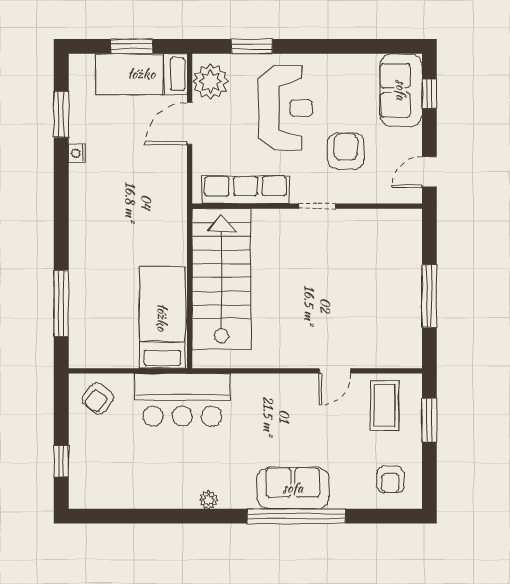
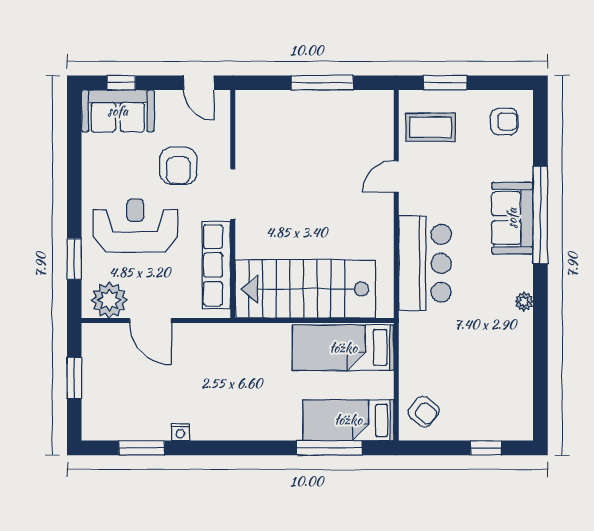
bed: (141, 74) -> (348, 420), moved, turned 90
armchair: (346, 151) -> (178, 166), turned -90
doorway: (317, 206) -> (233, 194), width x1.38
door: (335, 371) -> (396, 176), swing flipped
bar counter: (182, 400) -> (425, 263), moved

